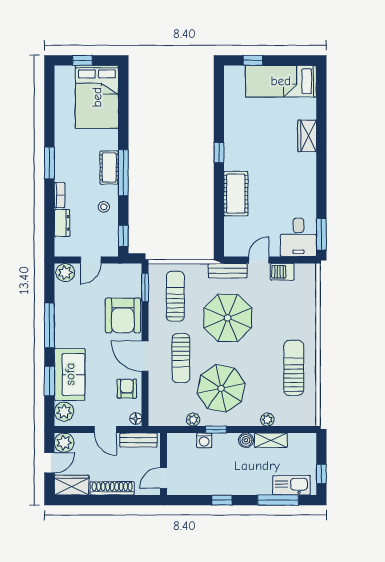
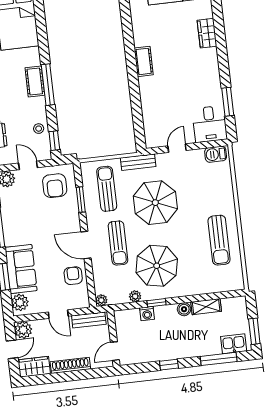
window: (219, 152) -> (131, 57), removed
cot: (236, 194) -> (144, 61), moved, width x0.73, depth x0.75
stool: (104, 207) -> (39, 129), moved
window: (321, 234) -> (228, 102), moved
door: (91, 260) -> (28, 165), swing flipped
bench: (228, 271) -> (138, 162), moved
barbecue: (282, 272) -> (216, 154), moved
window: (145, 288) -> (81, 200), moved
armchair: (123, 315) -> (55, 186), moved, width x0.73, depth x0.73
sun lounger: (294, 368) -> (219, 240), turned 180
floor lamp: (136, 418) -> (84, 301), removed
plant: (267, 420) -> (101, 300), moved
window: (321, 474) -> (254, 331), width x1.50
kitchen sink: (292, 485) -> (234, 344), width x0.73

